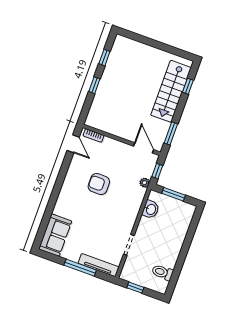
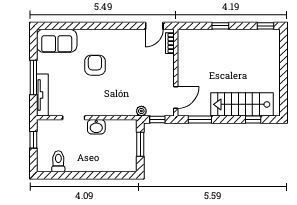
window: (104, 58) -> (266, 26), moved
armchair: (99, 184) -> (95, 65), moved
washbasin: (151, 209) -> (96, 127), moved

